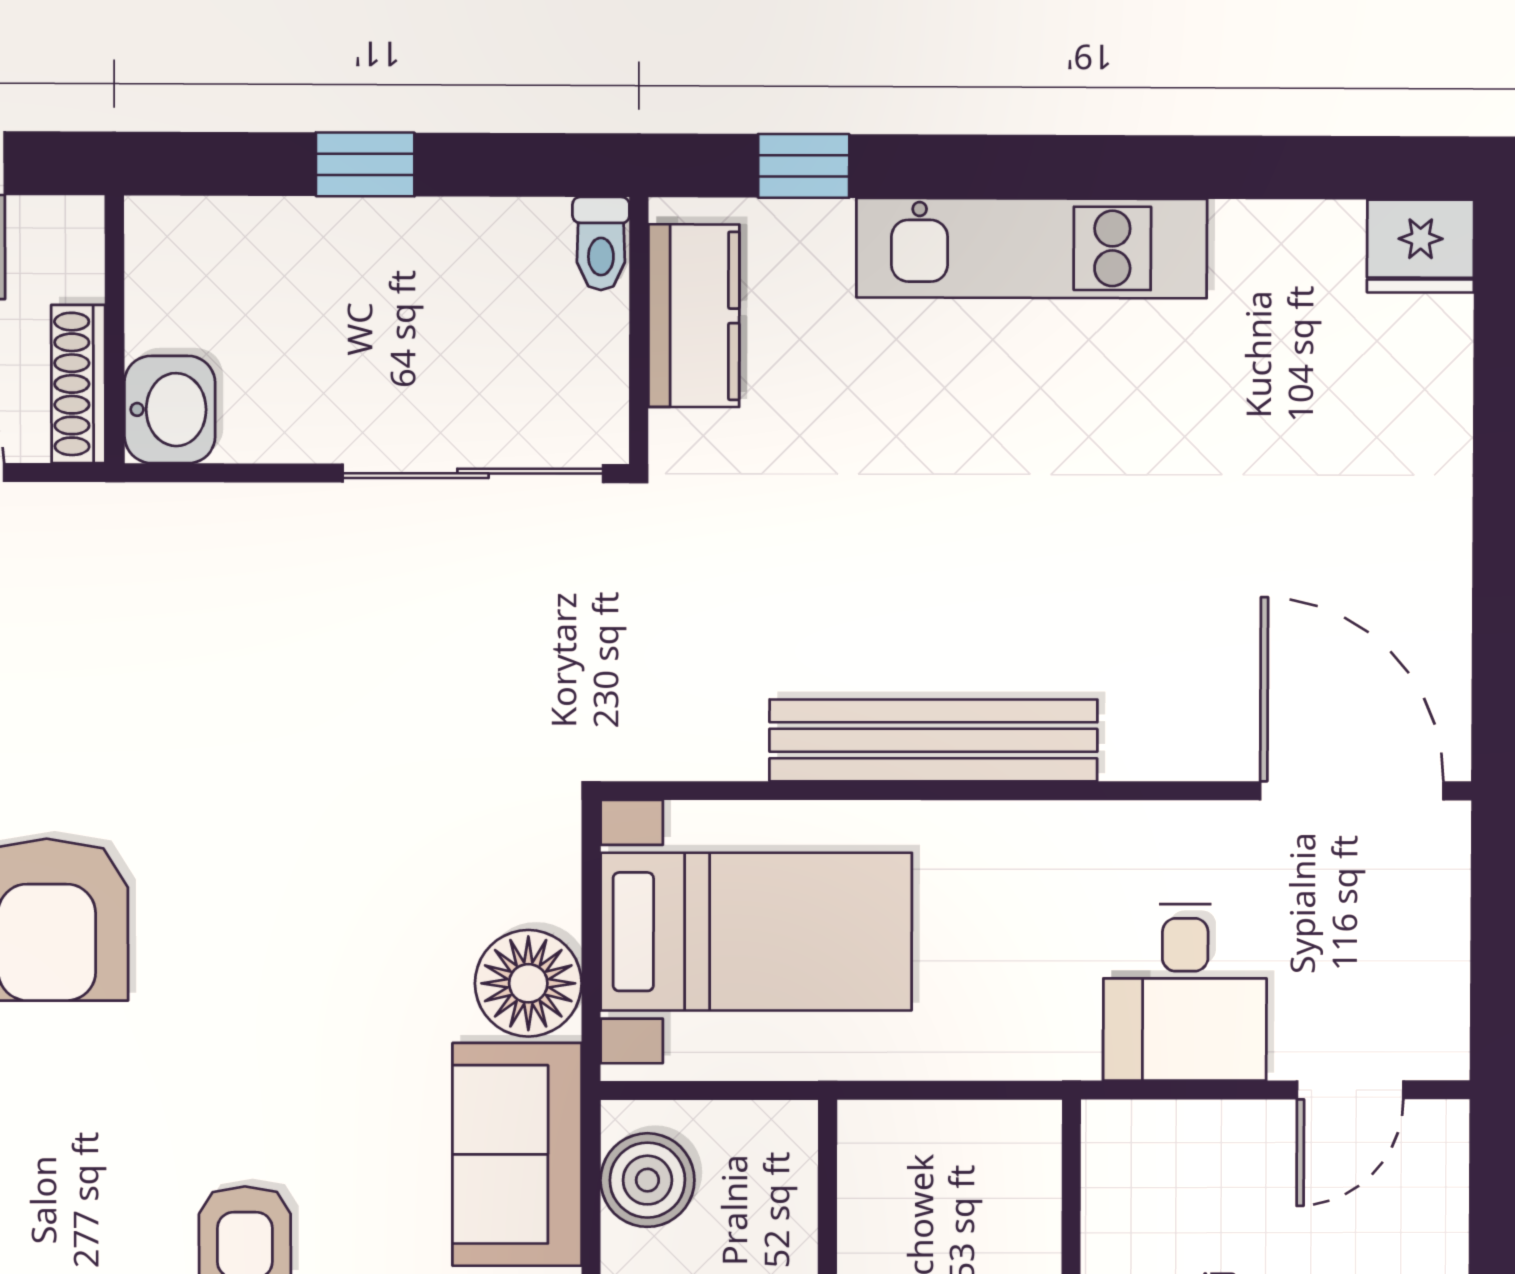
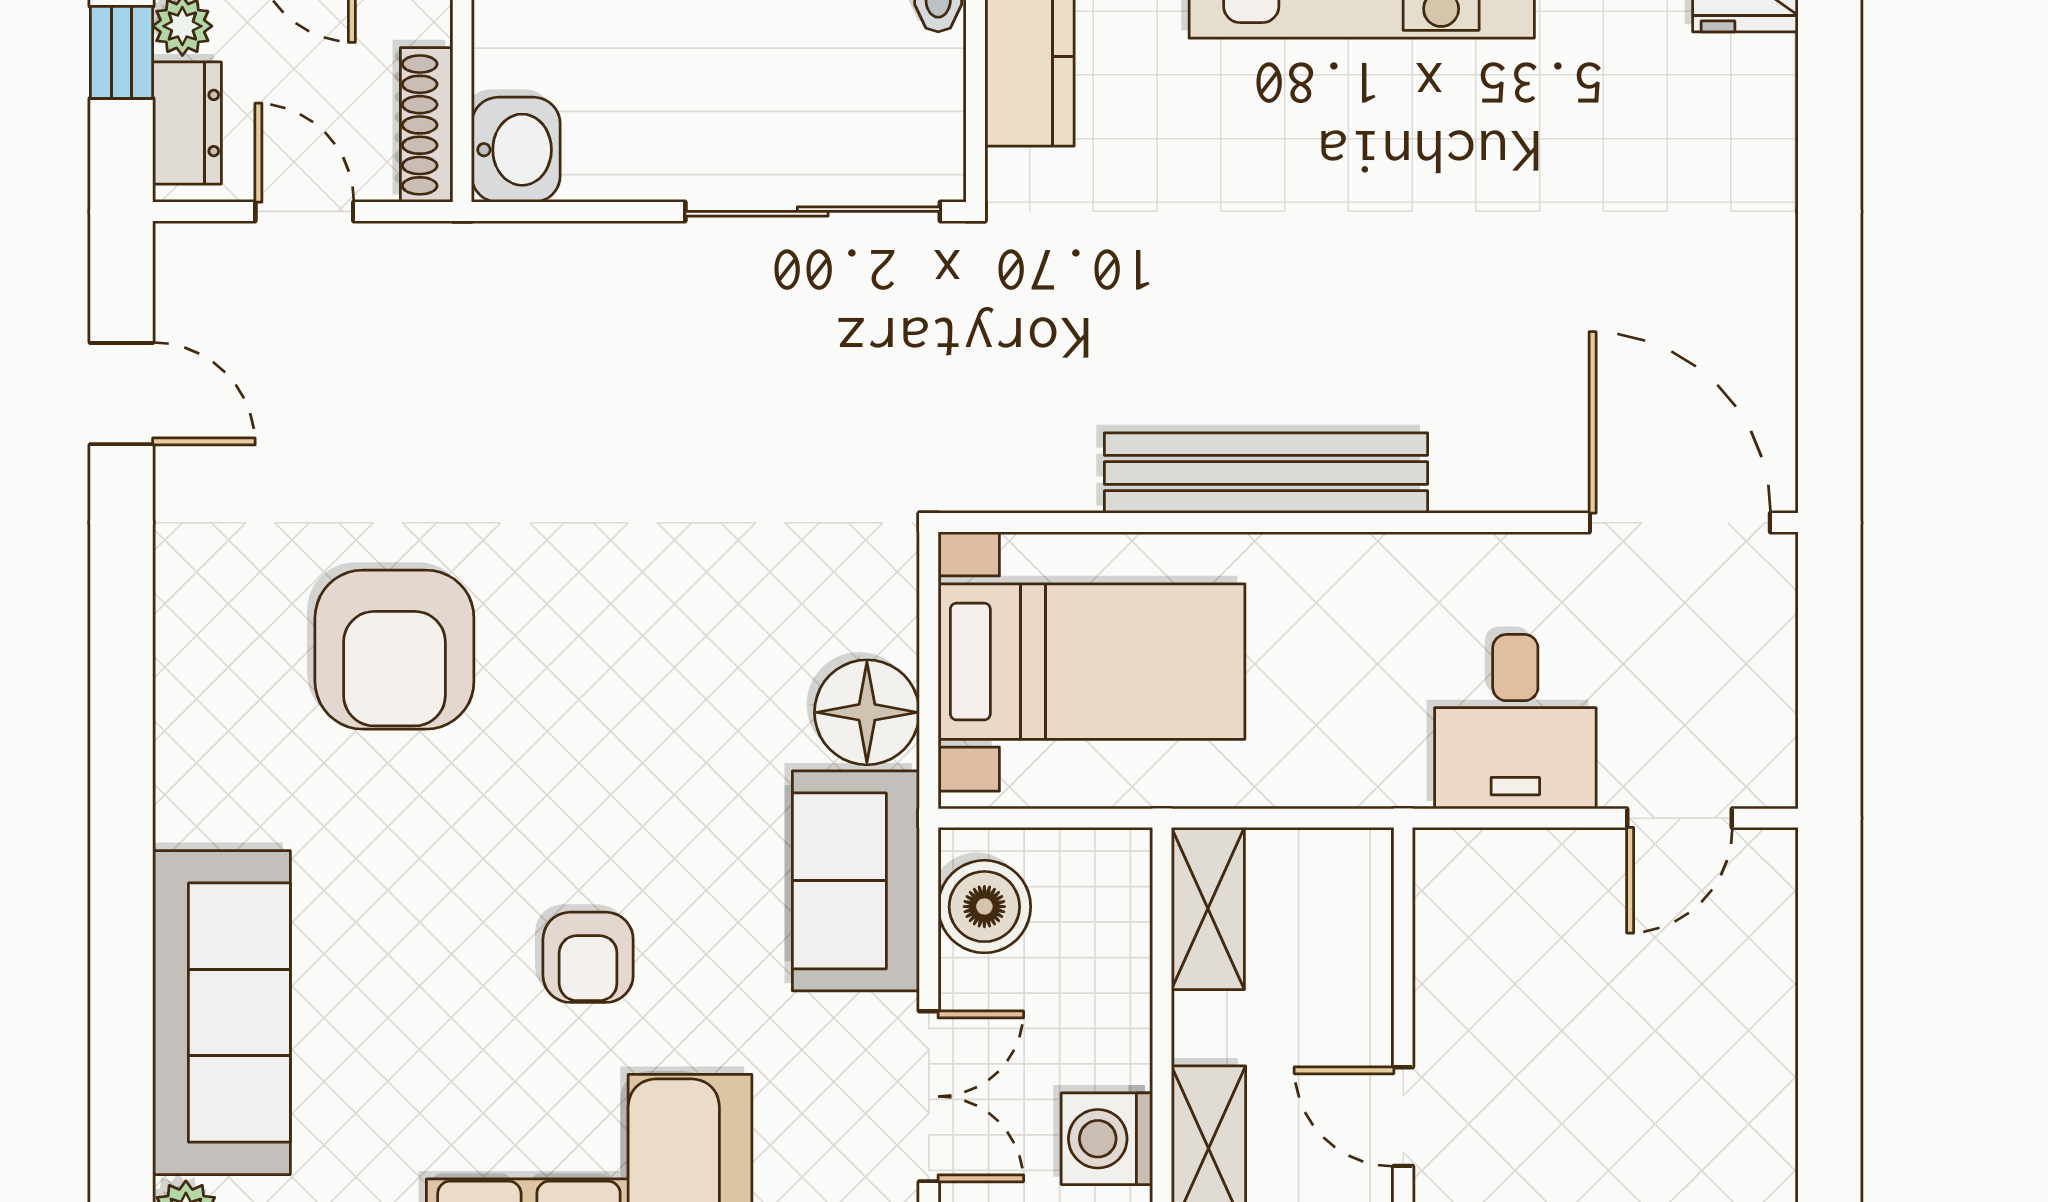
shelving: (874, 1182) -> (1208, 909), added

